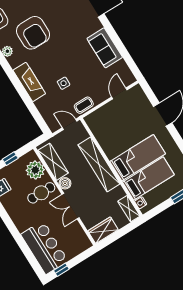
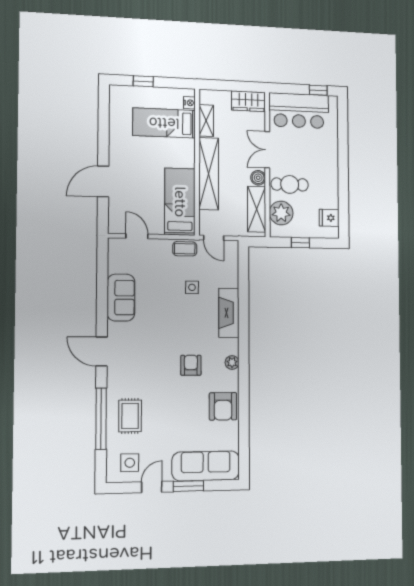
armchair: (33, 33) -> (191, 365), width x0.53, depth x0.53
door: (119, 93) -> (137, 236), swing flipped
bed: (138, 158) -> (180, 202), moved, turned 90
double door: (71, 206) -> (267, 150), swing flipped
shelving: (129, 209) -> (206, 121), moved
bar counter: (44, 248) -> (299, 111), moved, turned -90

